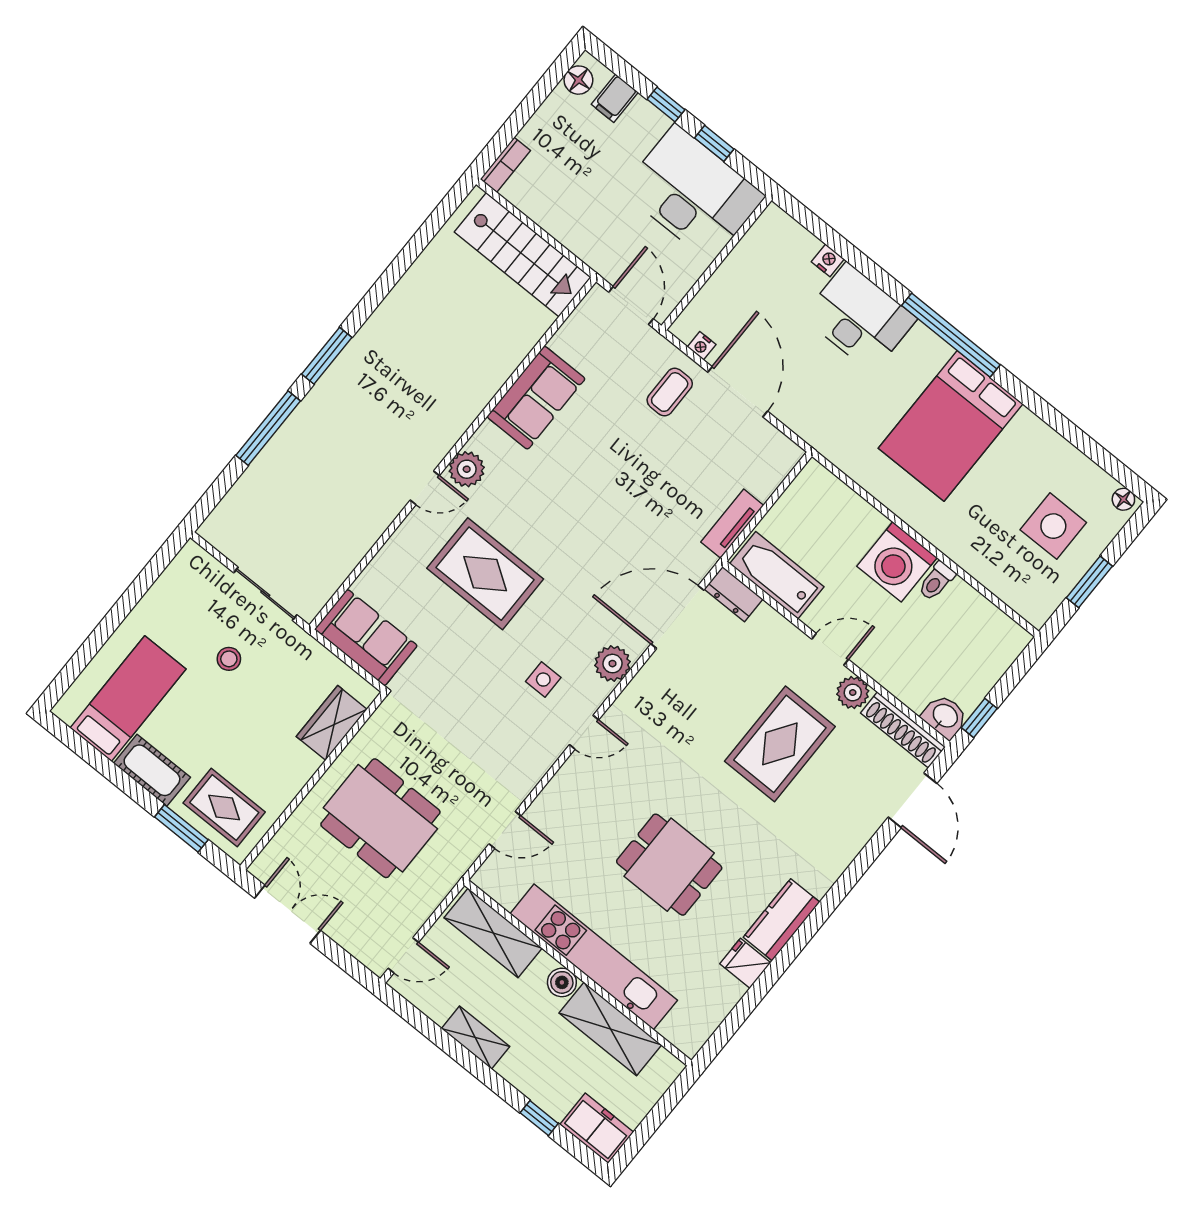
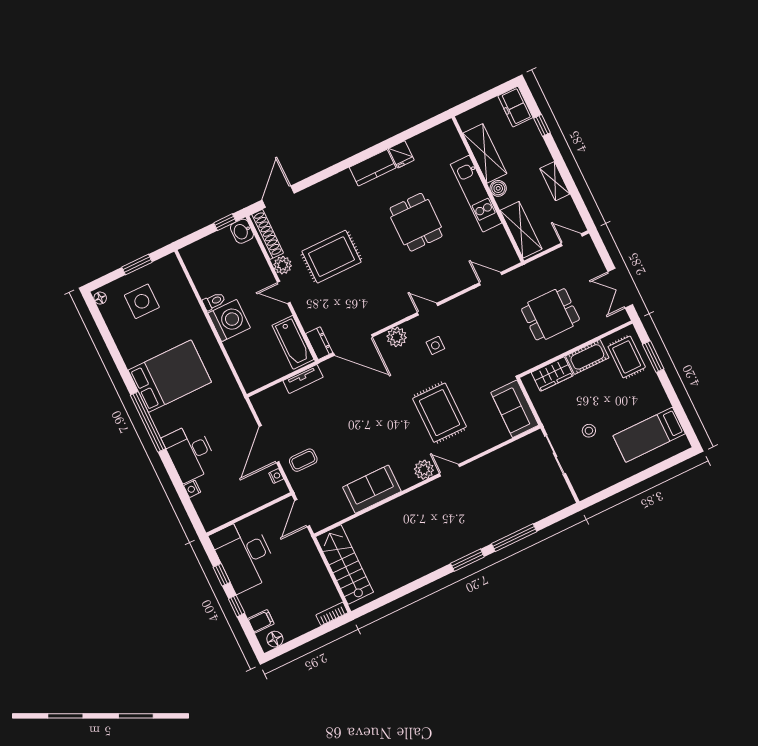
cot: (152, 770) -> (587, 357), moved, turned 90
dining table: (380, 818) -> (550, 314), width x0.73
kitchen unit: (594, 957) -> (476, 194), width x0.73

